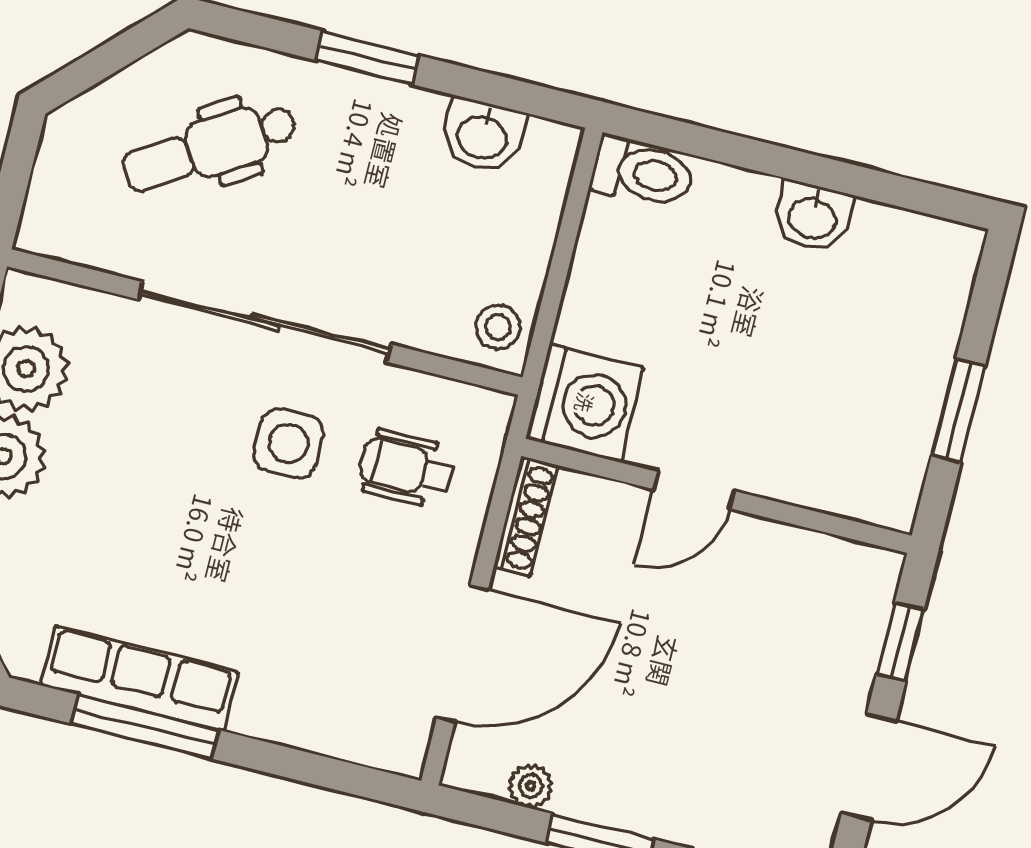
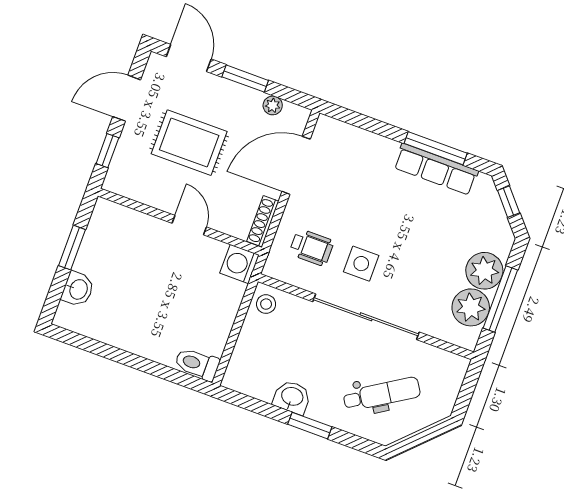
washbasin: (483, 136) -> (292, 397), moved
washbasin: (813, 217) -> (78, 289), moved, turned 90
washing machine: (585, 403) -> (239, 264), width x0.73, depth x0.73
door: (694, 490) -> (189, 225), hinge flipped
rug: (714, 680) -> (189, 143), added

